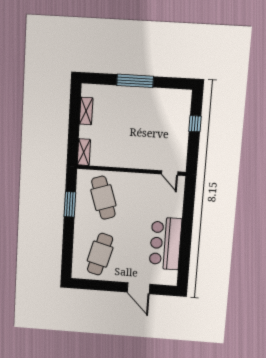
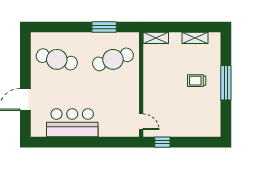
trolley: (131, 112) -> (197, 81), added
window: (195, 124) -> (162, 142), moved
door: (170, 173) -> (141, 122), swing flipped

